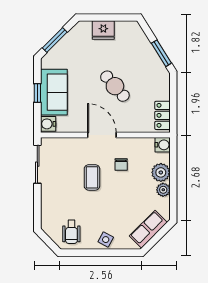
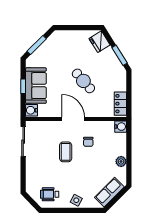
fridge: (103, 30) -> (100, 42), moved, turned 58
plant: (161, 172) -> (119, 148), removed
wheelchair: (71, 232) -> (50, 194), turned 90

